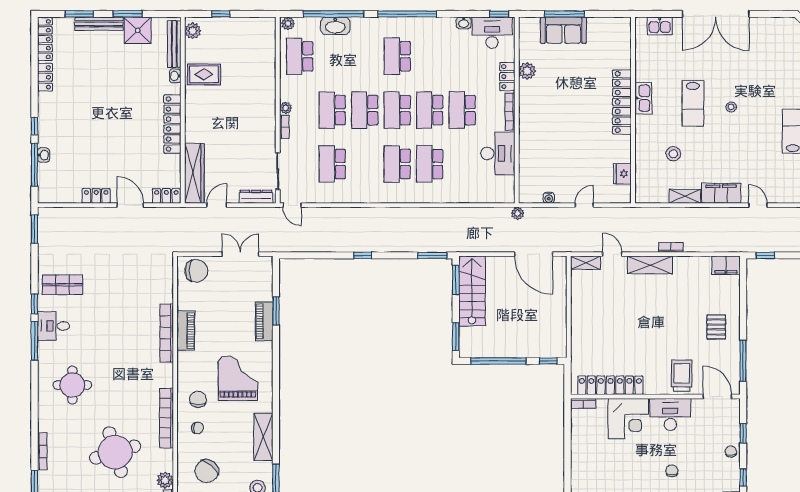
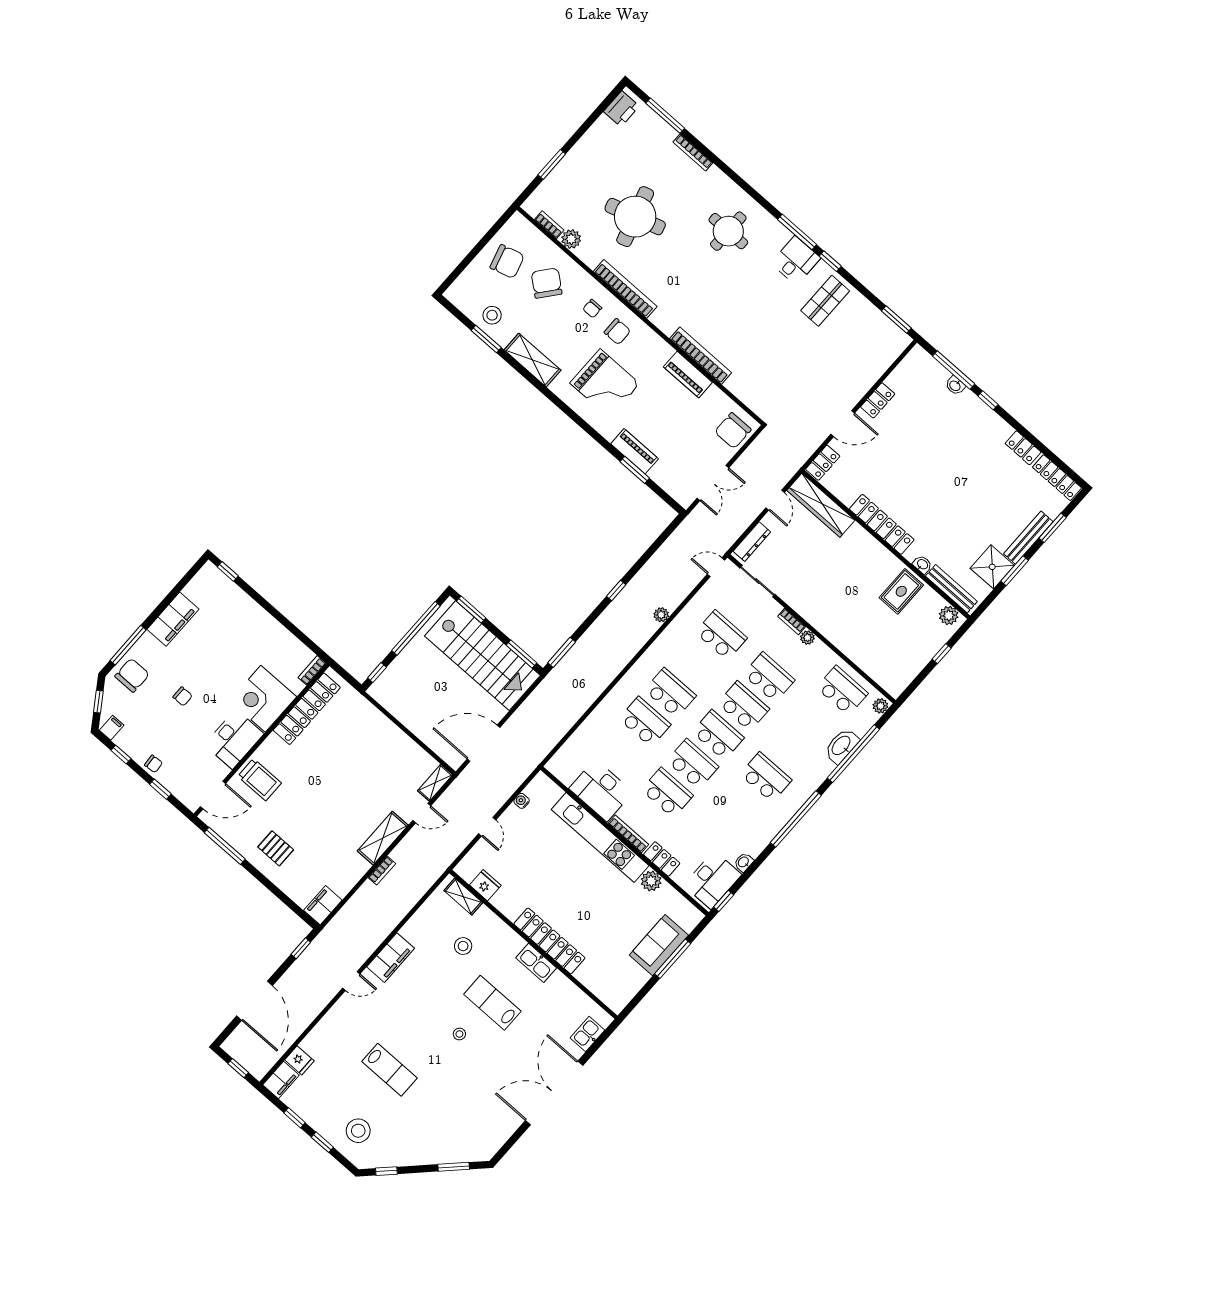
kitchen unit: (528, 128) -> (600, 838), added
shelving: (685, 196) -> (463, 897), moved, turned 90
plant: (518, 213) -> (661, 615), moved
stairs: (472, 291) -> (482, 656), width x1.36, depth x1.51

